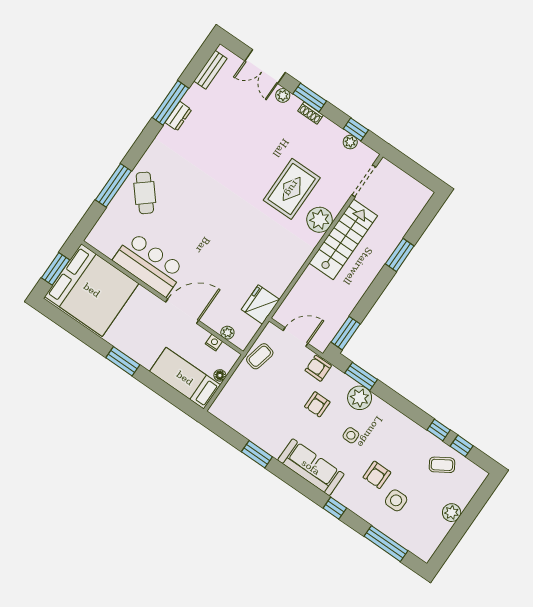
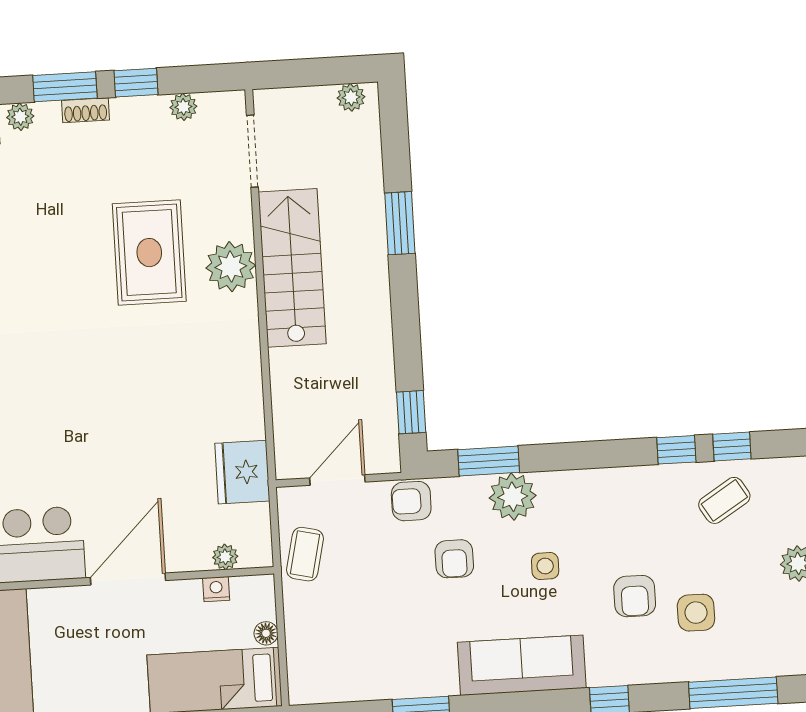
window: (356, 129) -> (136, 83), moved
plant: (419, 190) -> (351, 97), added
window: (346, 333) -> (411, 412), width x0.67

